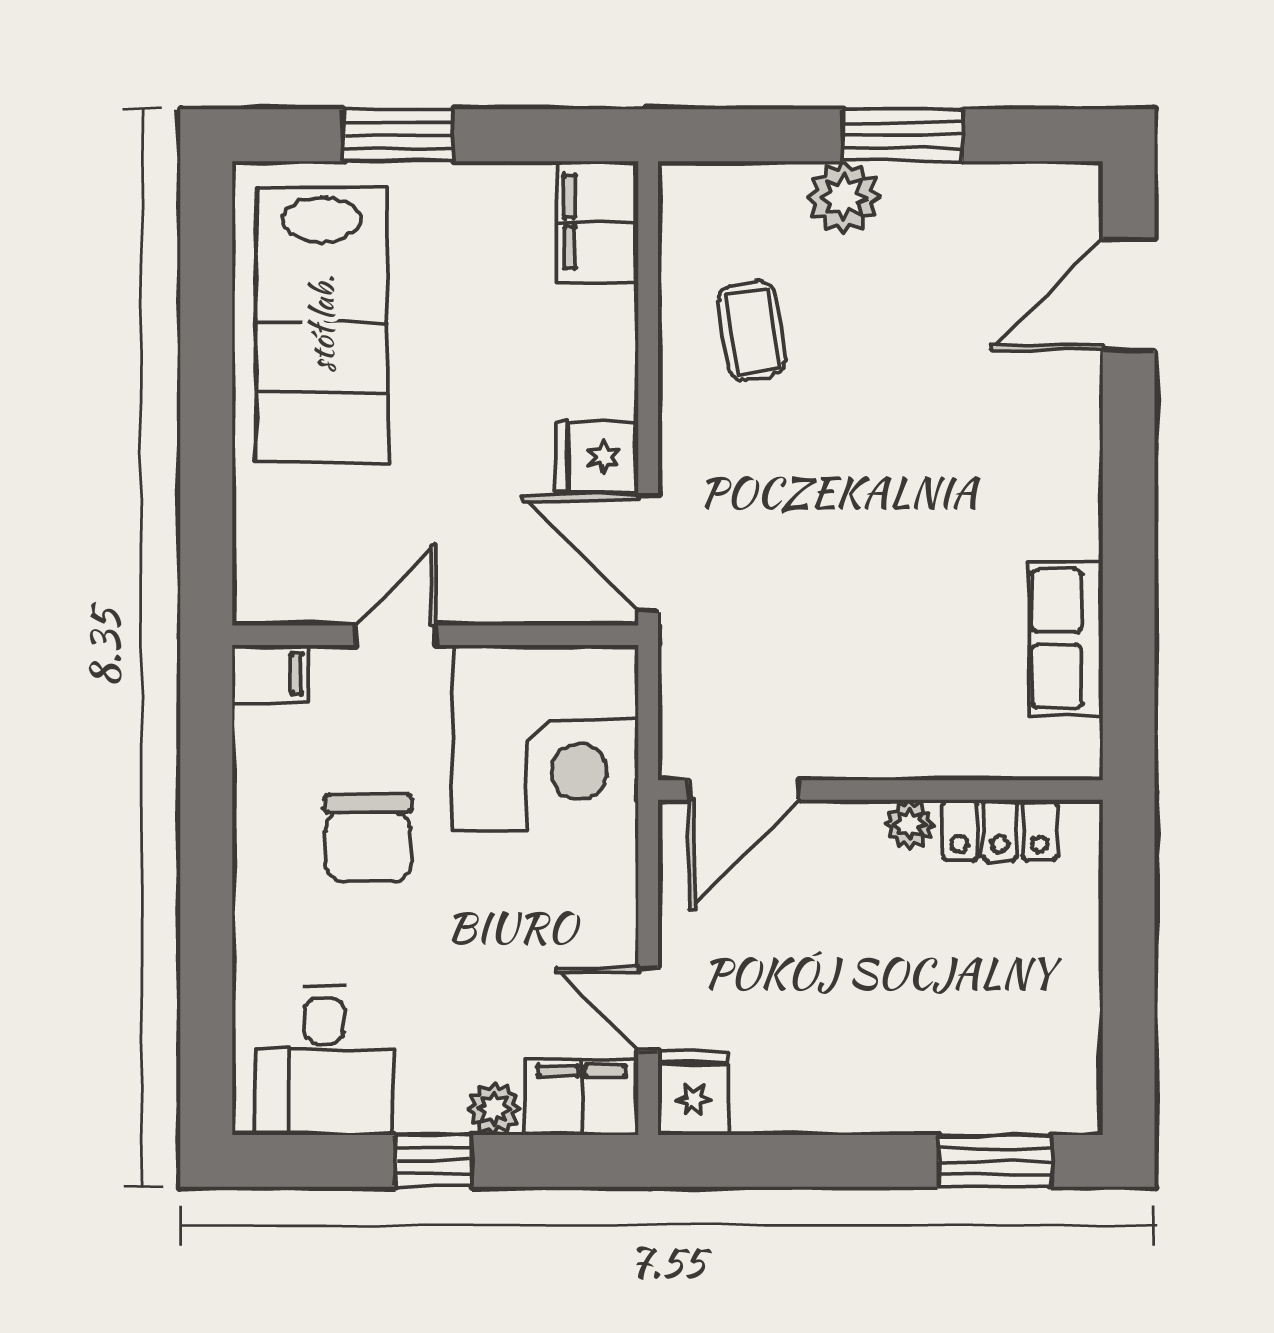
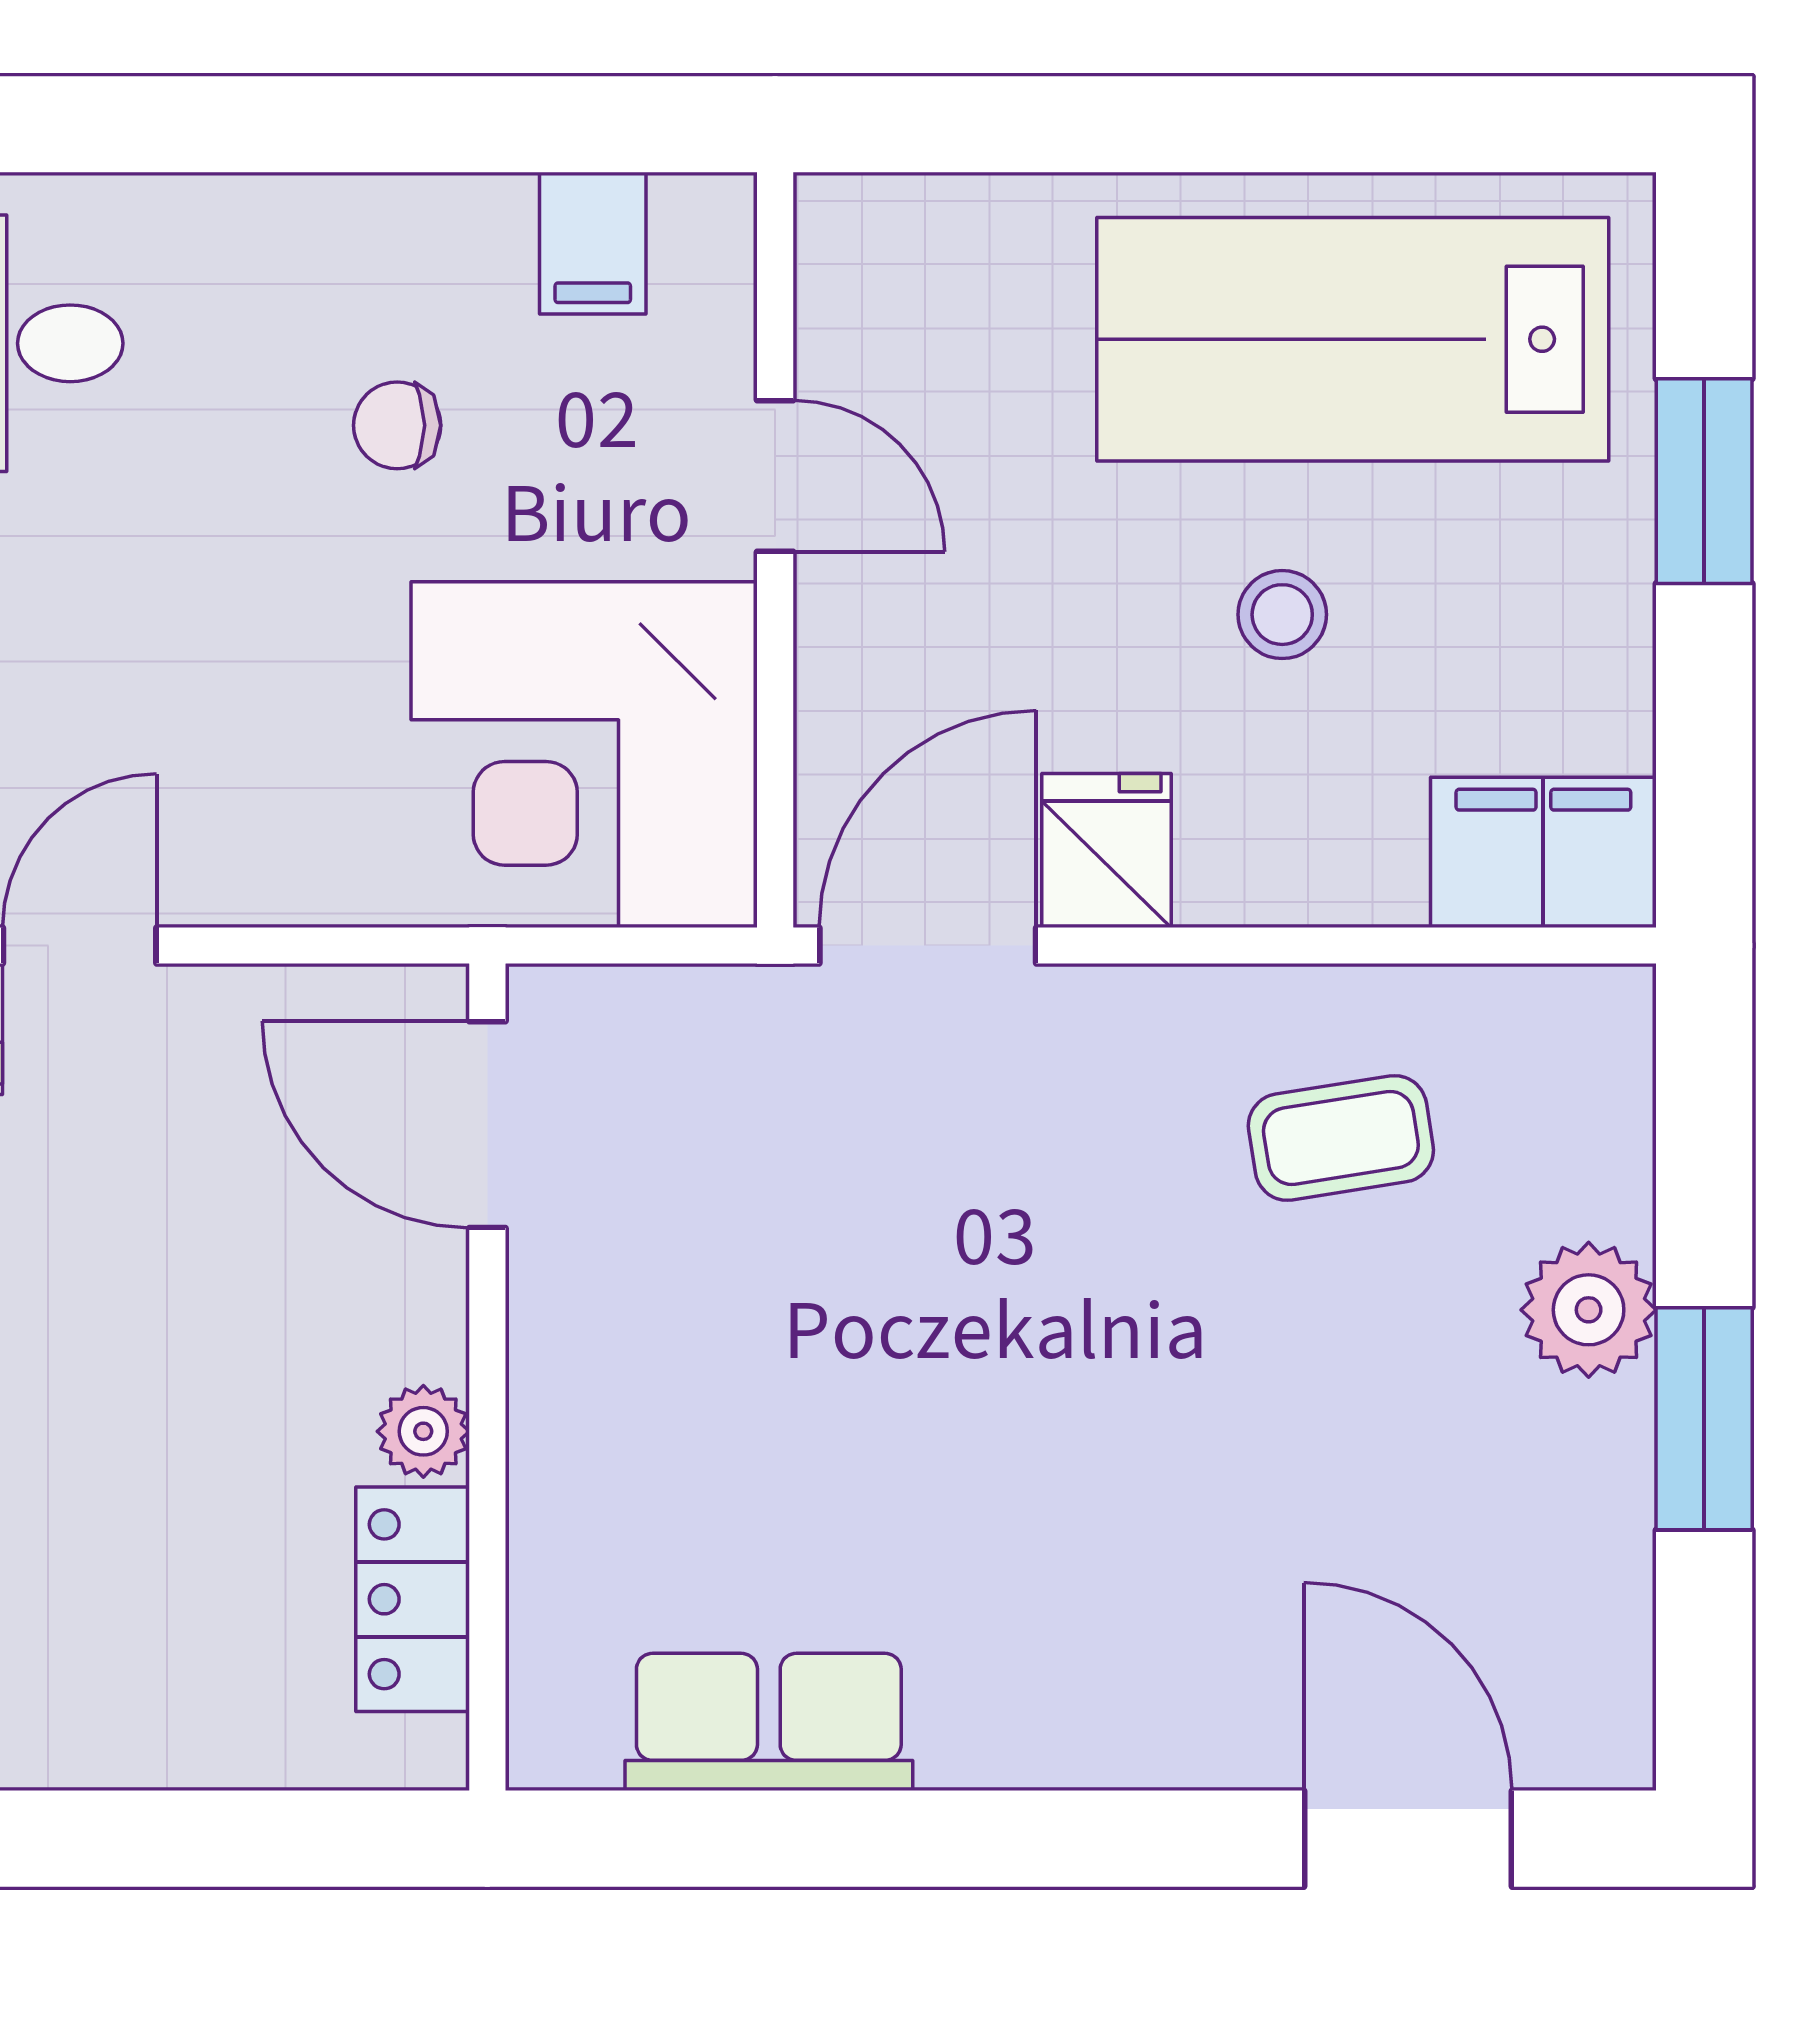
stool: (470, 362) -> (1282, 615), added
filing cabinet: (270, 673) -> (593, 243), moved
chair: (368, 839) -> (397, 425), width x0.54, depth x0.54

